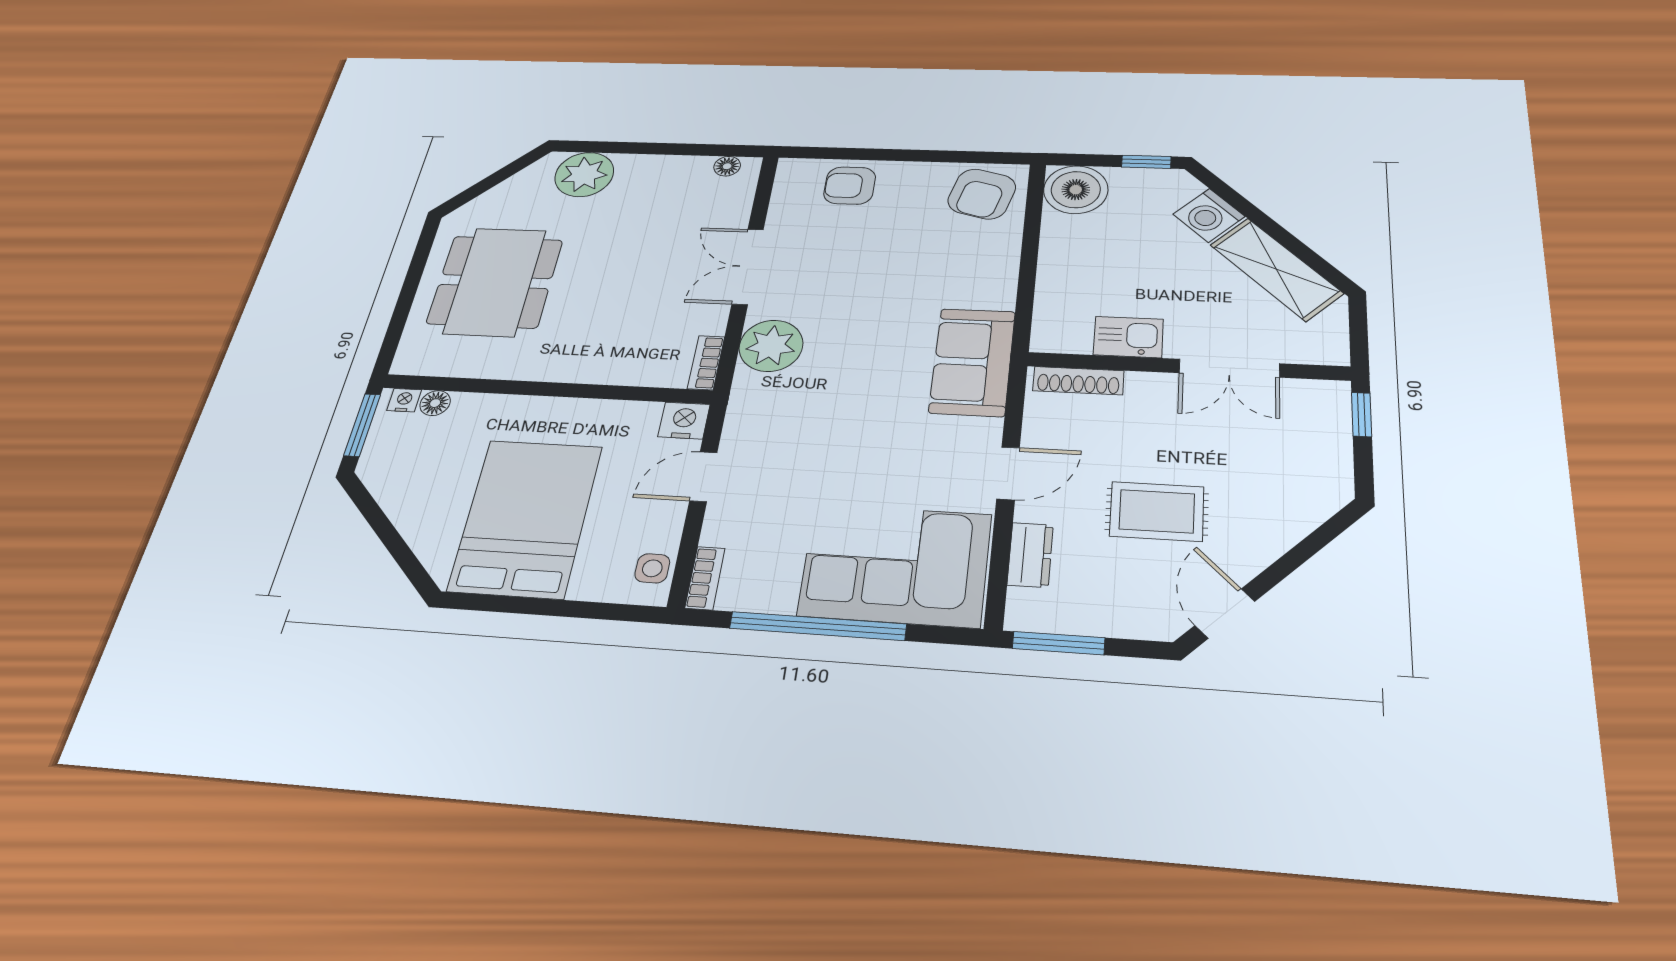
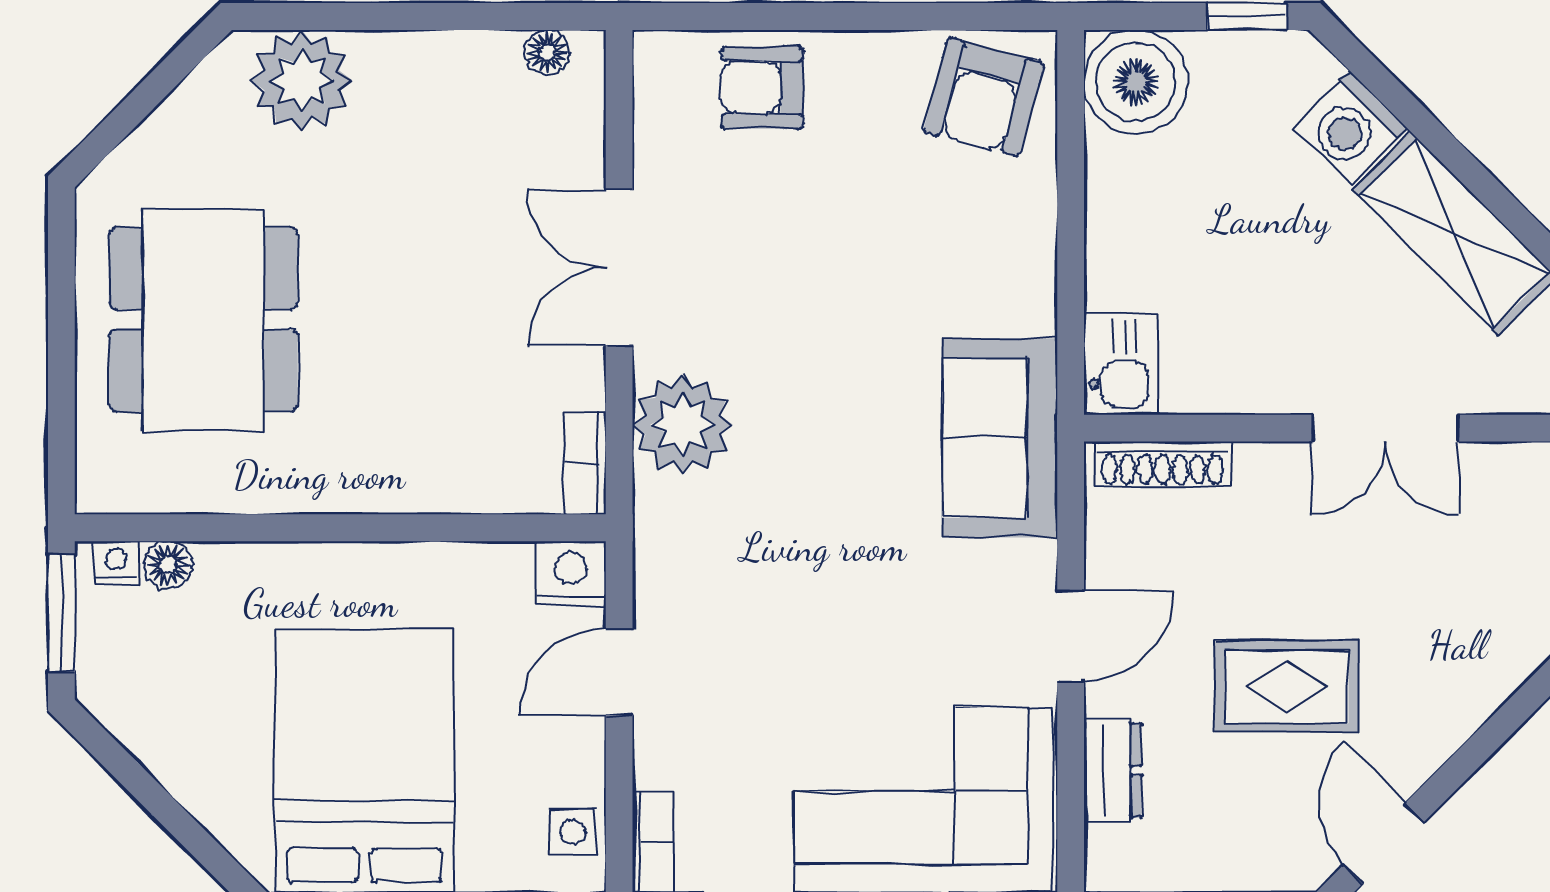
kitchen sink: (1128, 337) -> (1121, 364), moved, turned 90

